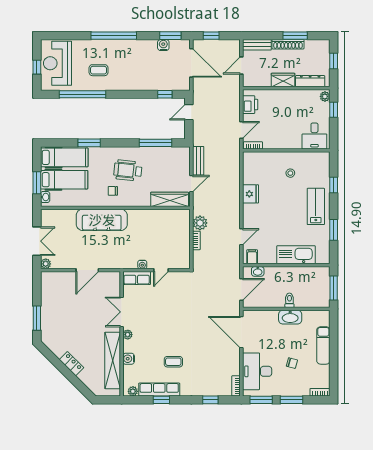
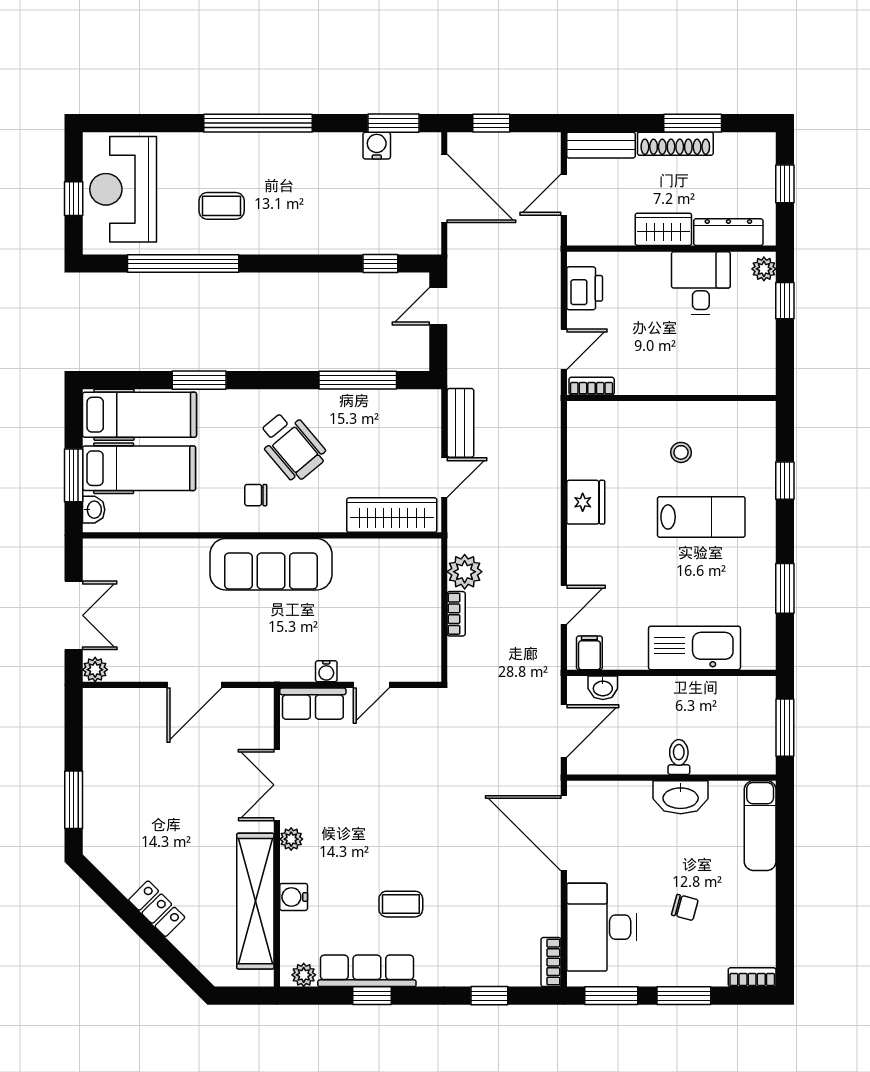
desk: (314, 136) -> (701, 283), moved, turned 180
wheelchair: (128, 170) -> (292, 446), turned -136
lab bench: (316, 206) -> (701, 517), moved, turned 90
sofa: (102, 220) -> (271, 564), moved
exam couch: (323, 345) -> (760, 826), moved

